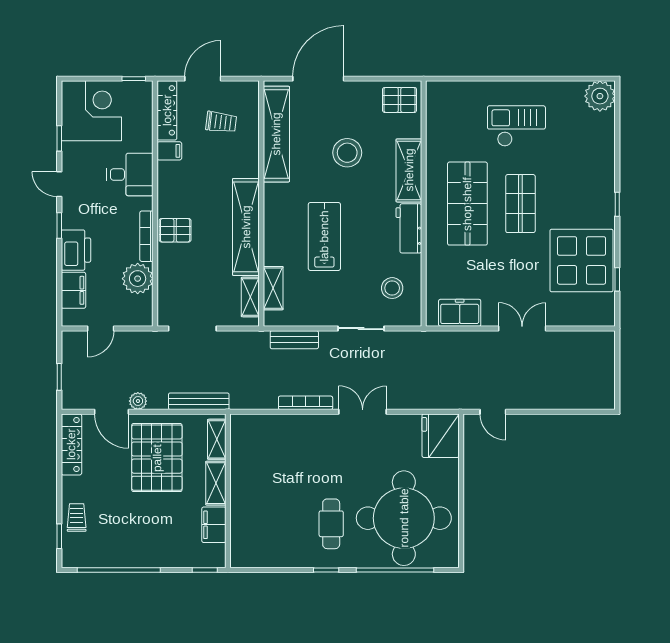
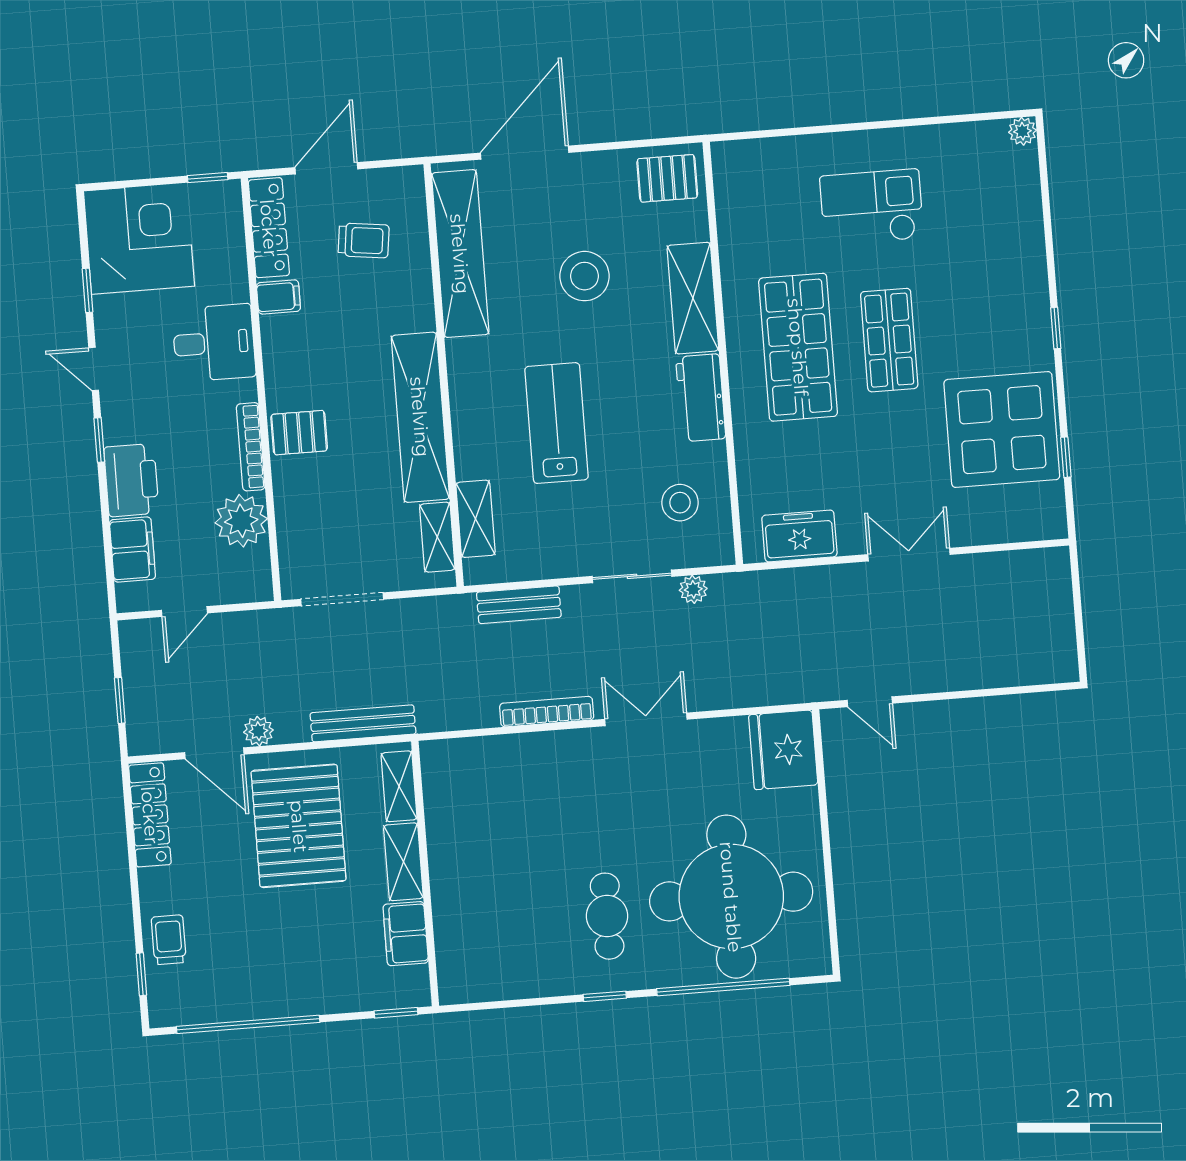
plant: (600, 96) -> (1022, 131), width x0.53, depth x0.53
plant: (396, 339) -> (693, 589), added

